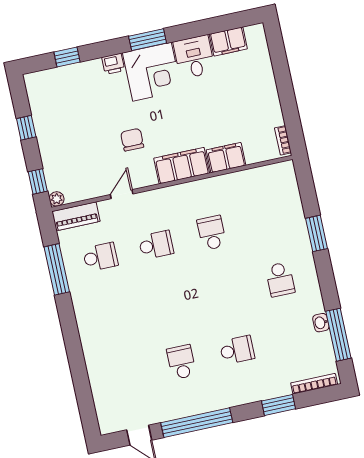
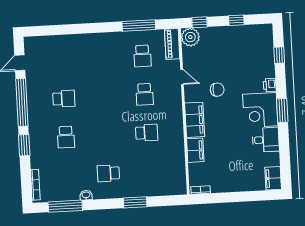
filing cabinet: (228, 41) -> (273, 178), moved
plant: (57, 199) -> (190, 37), width x1.87, depth x1.87
washbasin: (321, 323) -> (86, 195), moved
window: (279, 405) -> (24, 145), moved

